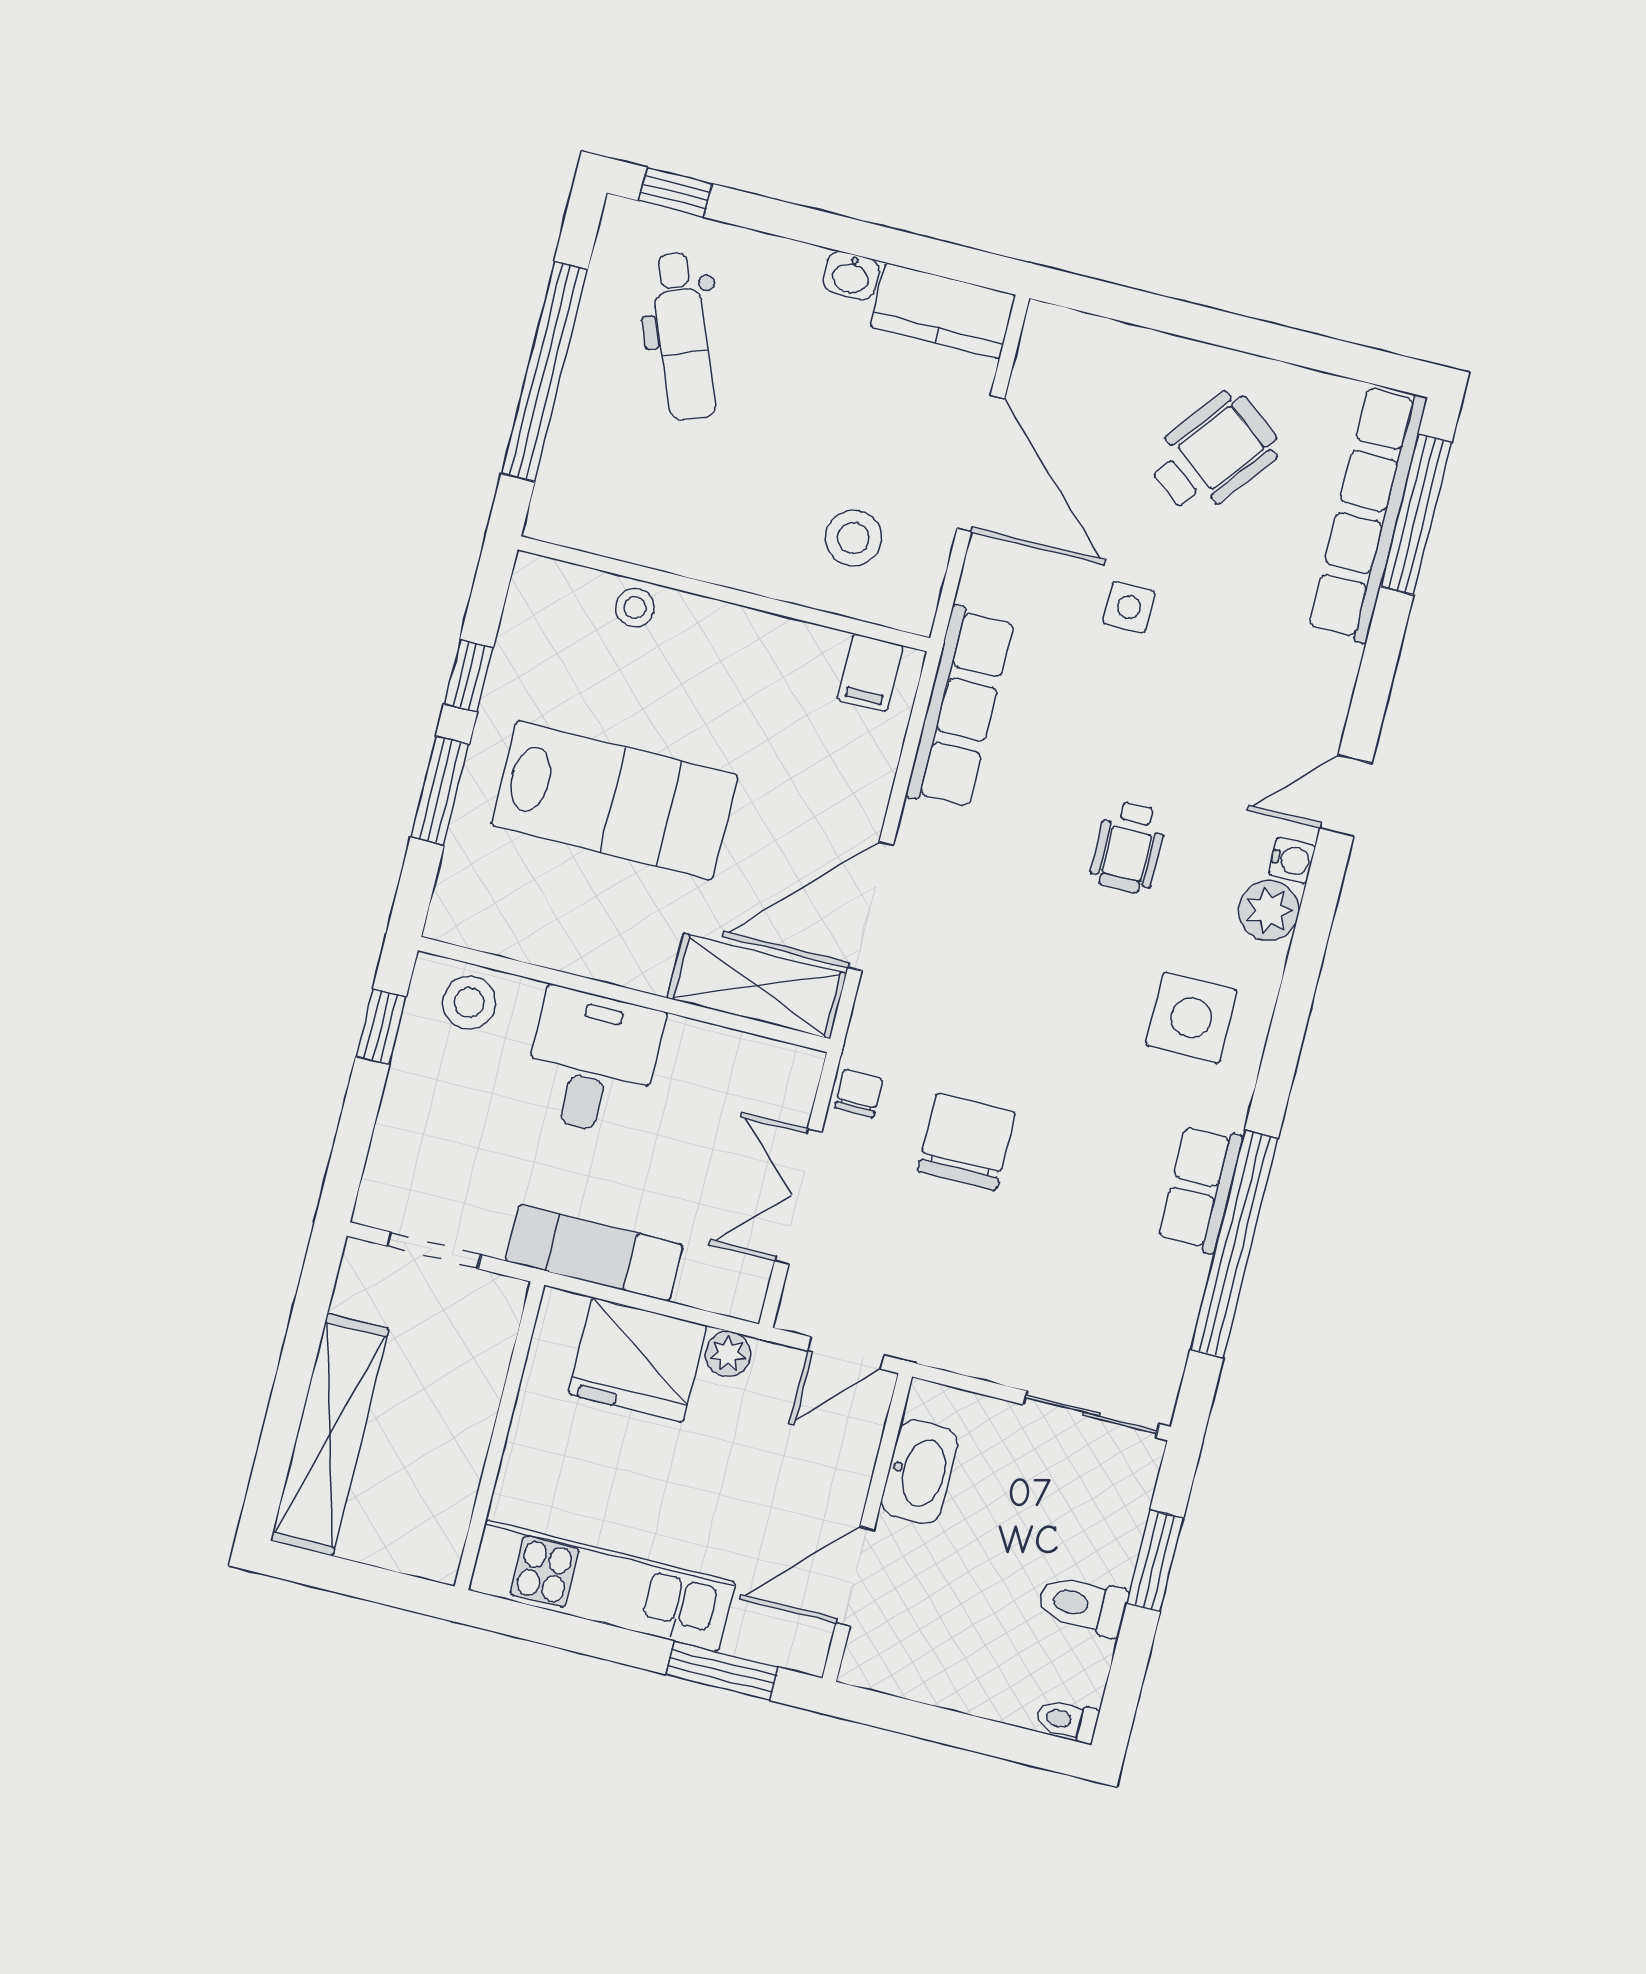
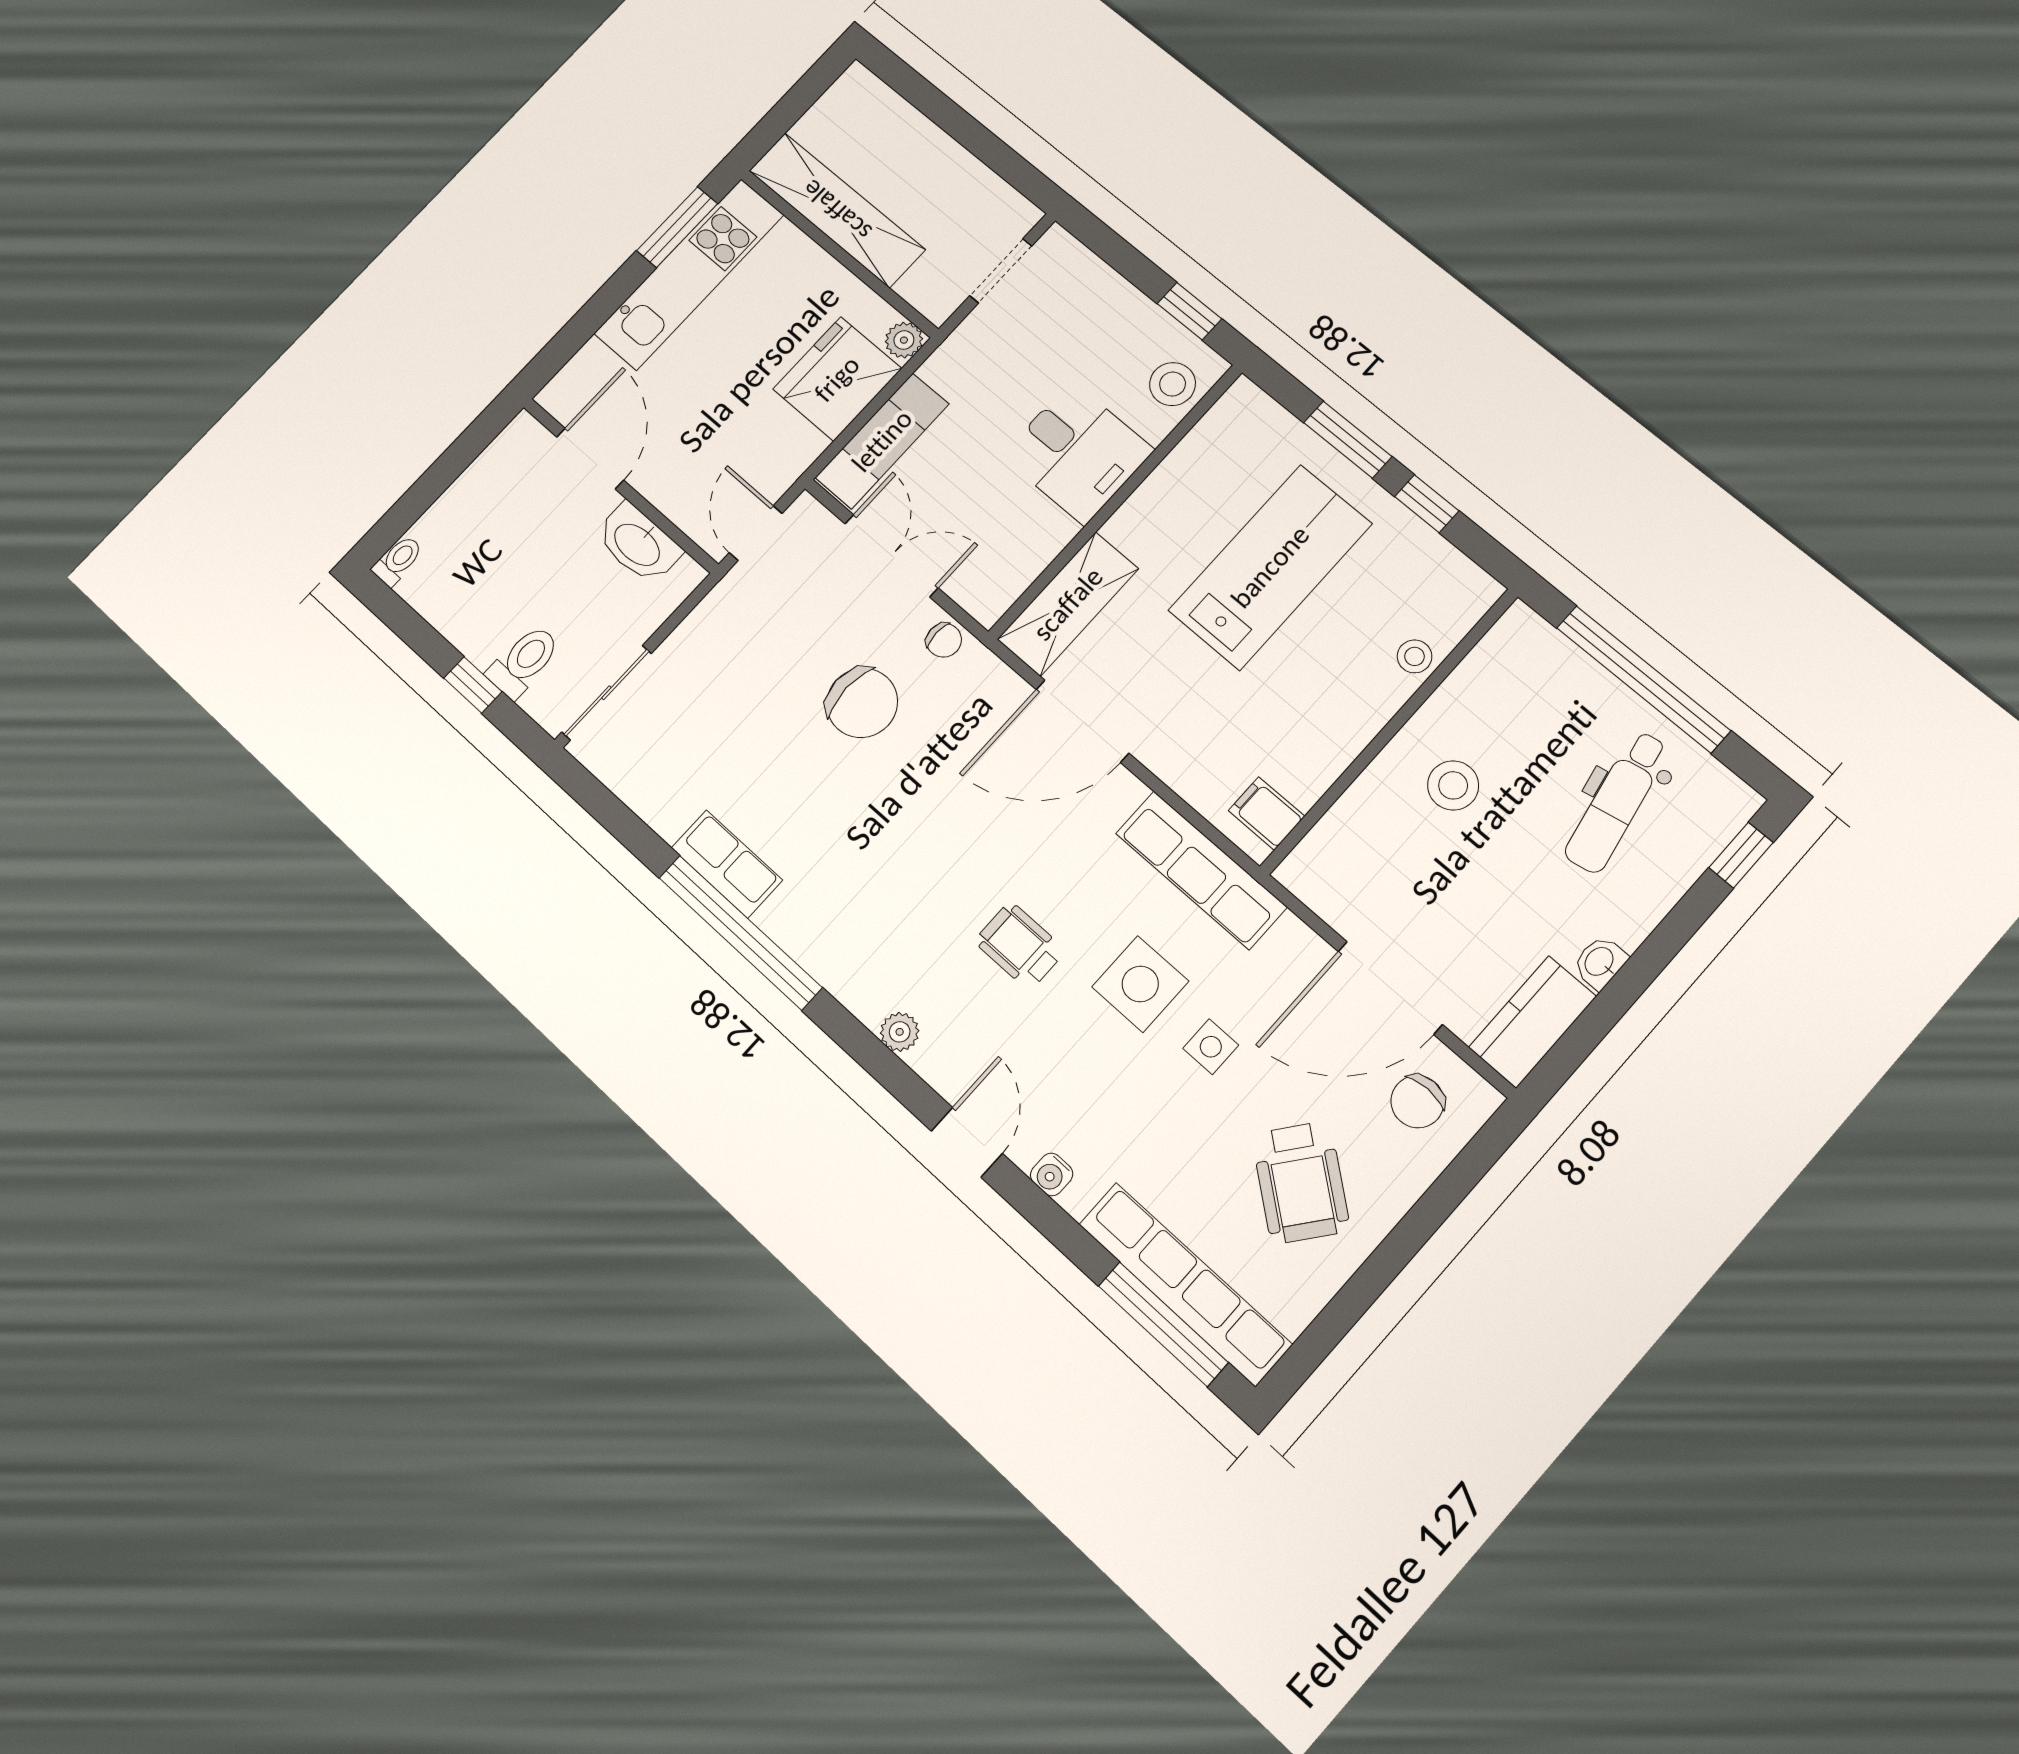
dental chair: (683, 336) -> (1617, 802), turned -79
chair: (1078, 382) -> (1417, 1102), added
stool: (853, 538) -> (1453, 785), moved
lab bench: (615, 800) -> (1270, 567), turned 180
water cooler: (1292, 860) -> (1052, 1174), moved
door: (871, 906) -> (1082, 721), swing flipped
plant: (1269, 910) -> (900, 1032), width x0.73, depth x0.73
side table: (1192, 1018) -> (1140, 984), moved
window: (1234, 1244) -> (740, 932), moved
exam couch: (594, 1253) -> (882, 441), moved
plant: (728, 1354) -> (904, 340), moved
shelving: (330, 1435) -> (837, 210), moved
window: (1155, 1561) -> (473, 685), width x0.67
toilet: (1083, 1605) -> (524, 661), moved
window: (722, 1671) -> (677, 227), moved

